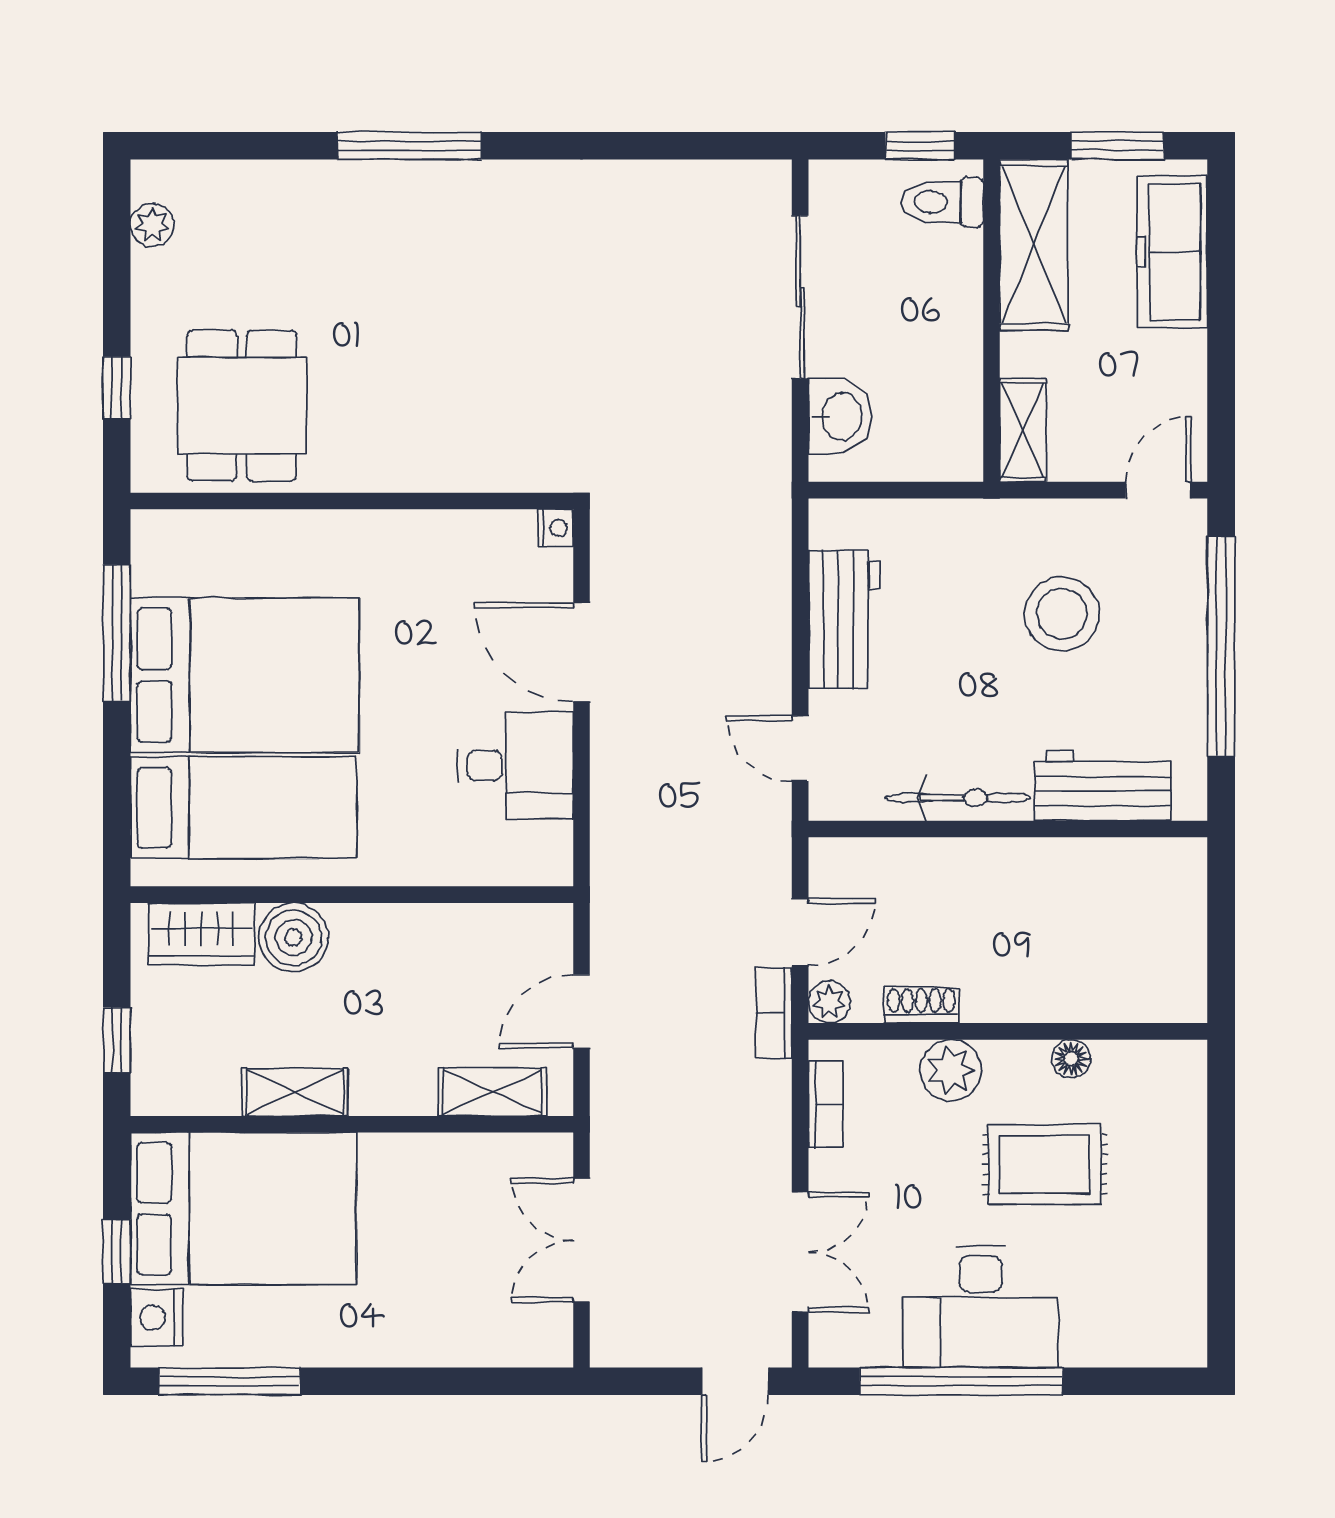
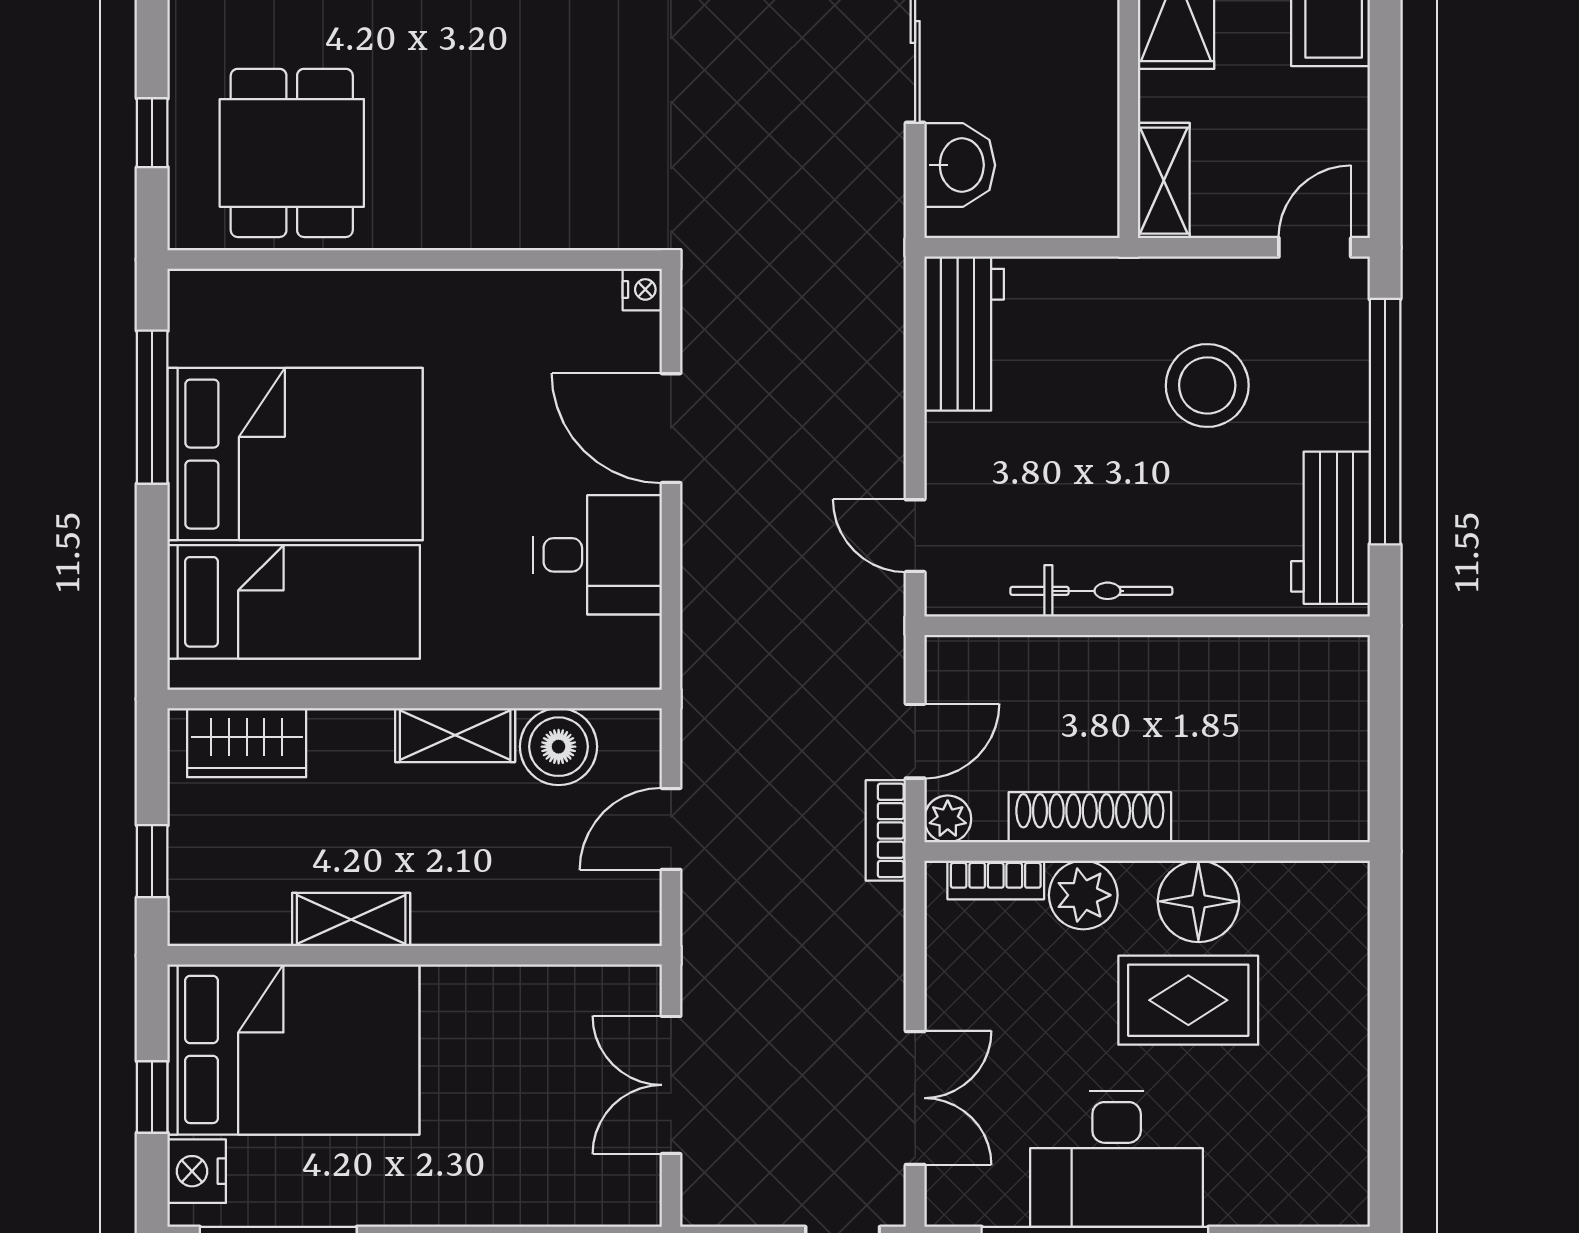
workbench: (844, 619) -> (964, 334), moved
workbench: (1103, 786) -> (1330, 528), moved, turned -90
boiler: (294, 937) -> (559, 747), moved
shoe rack: (921, 1005) -> (1090, 817), width x1.94, depth x1.24
floor lamp: (1071, 1059) -> (1198, 901), width x1.89, depth x1.89
shelving: (492, 1092) -> (455, 735), moved
bookcase: (826, 1105) -> (996, 880), moved, turned 90

